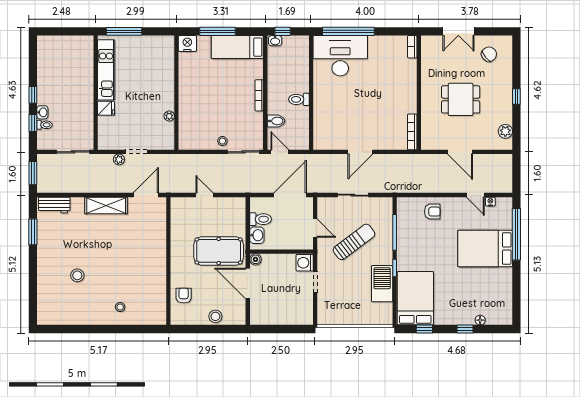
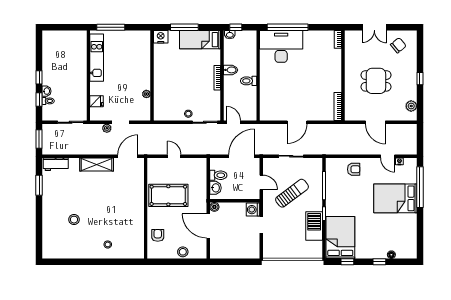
fridge: (106, 108) -> (97, 101), moved
bidet: (276, 121) -> (231, 70), moved
pool table: (219, 251) -> (168, 195), moved

